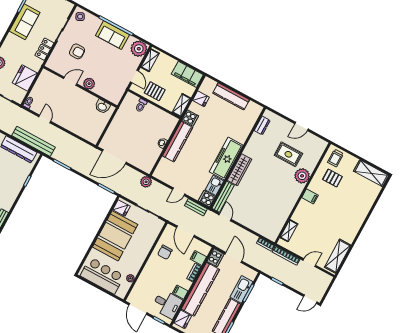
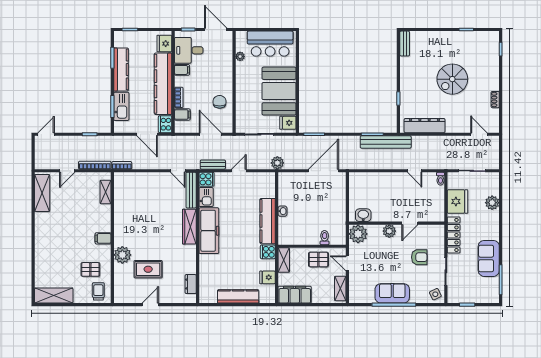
locker: (44, 49) -> (454, 235), width x1.53
plant: (139, 49) -> (358, 234), moved
armchair: (77, 51) -> (419, 257), turned 180
bench: (34, 141) -> (386, 142), moved

